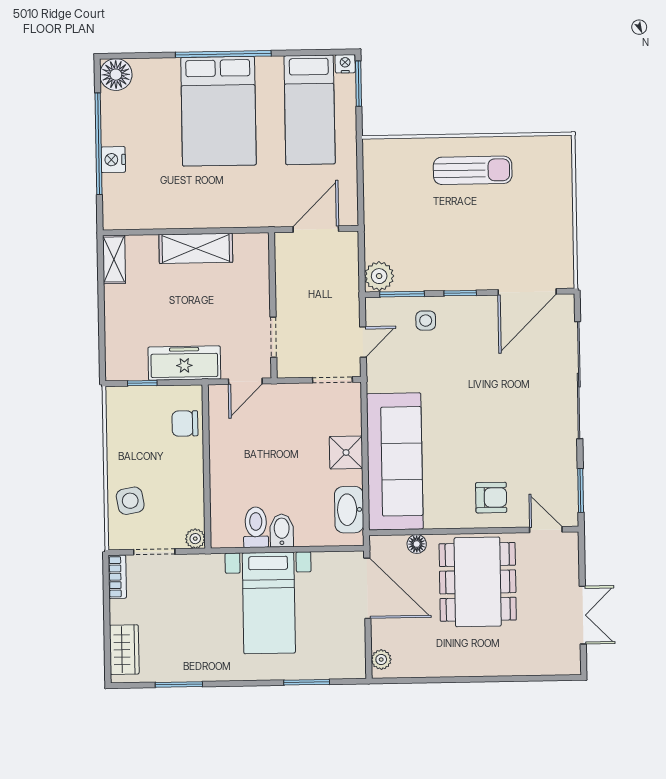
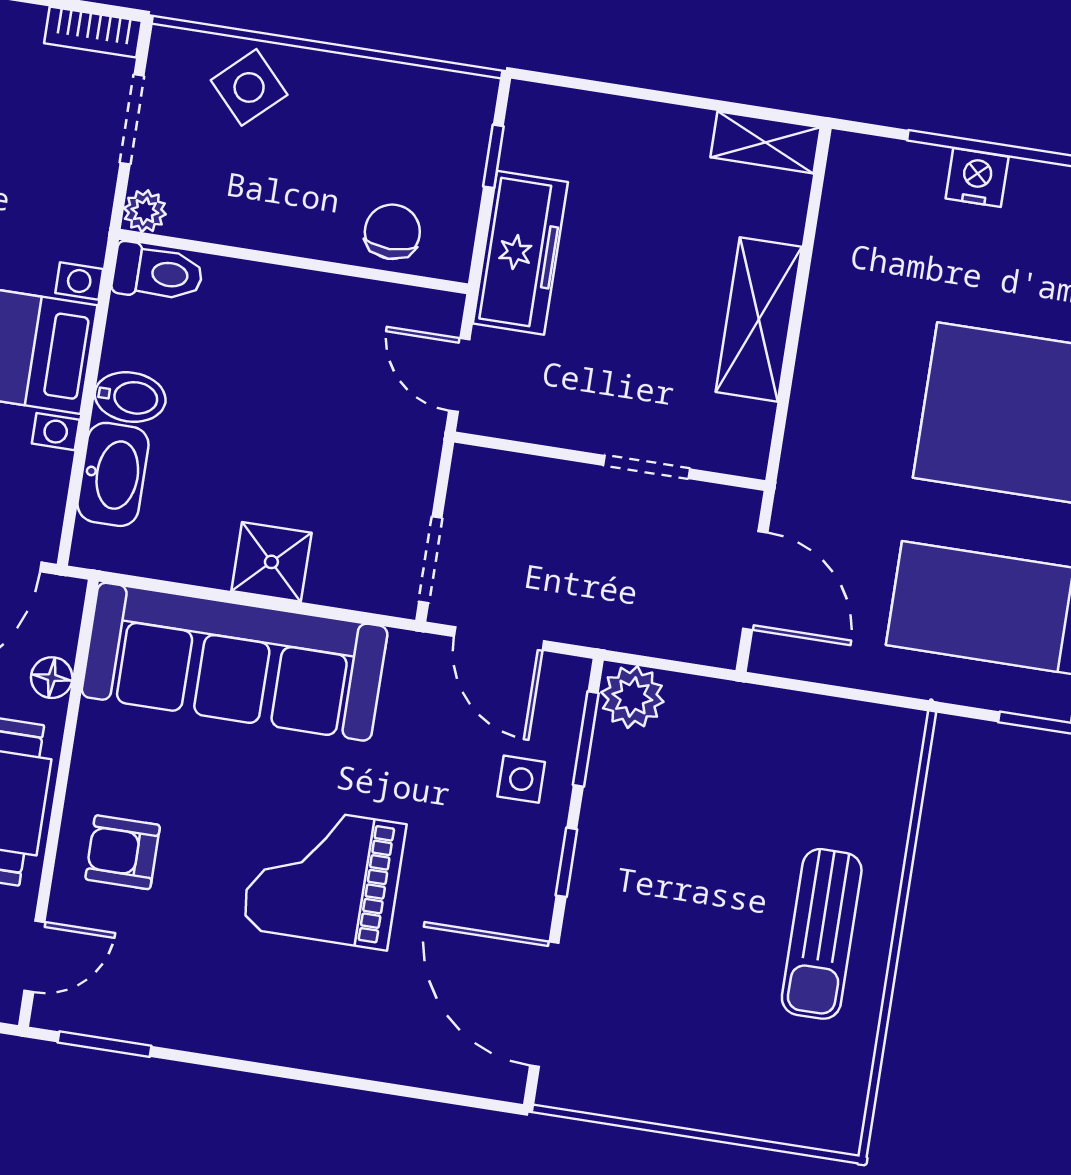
doorway: (273, 337) -> (647, 467), moved
door: (363, 342) -> (499, 639), width x1.38
sliding door: (579, 380) -> (339, 1081), removed
grand piano: (486, 403) -> (324, 876), added
armchair: (491, 498) -> (123, 852), turned 90
side table: (130, 501) -> (249, 87), turned -33
washbasin: (349, 510) -> (113, 474), moved, turned 90
toilet: (256, 527) -> (158, 273), moved

